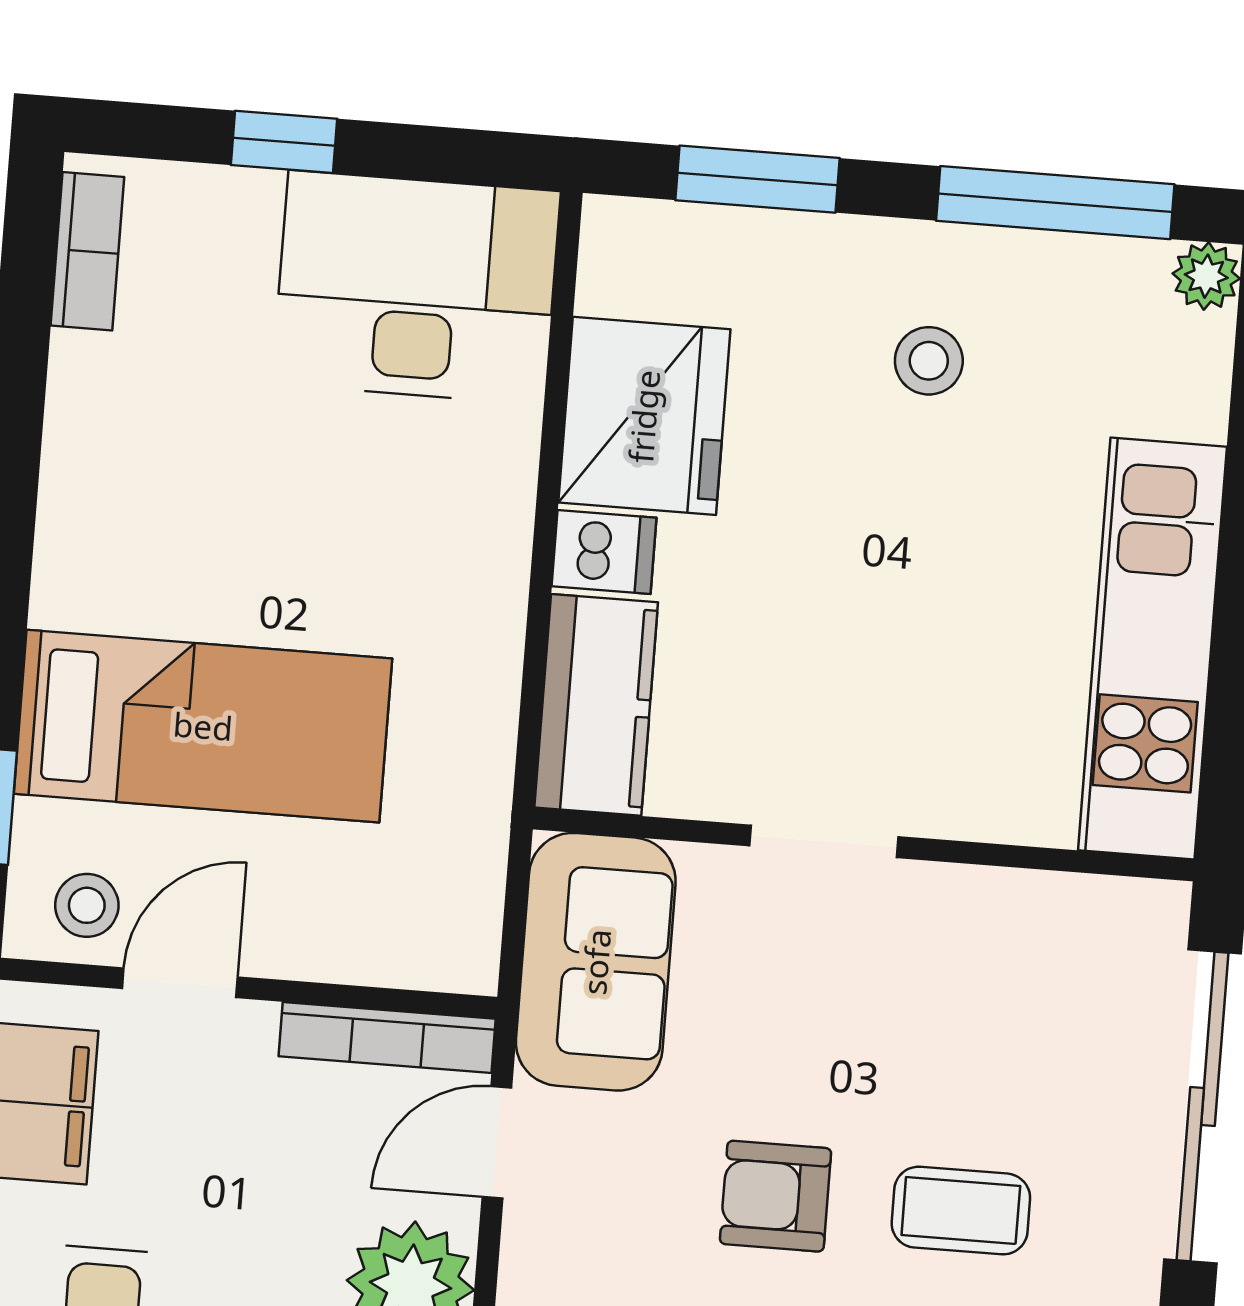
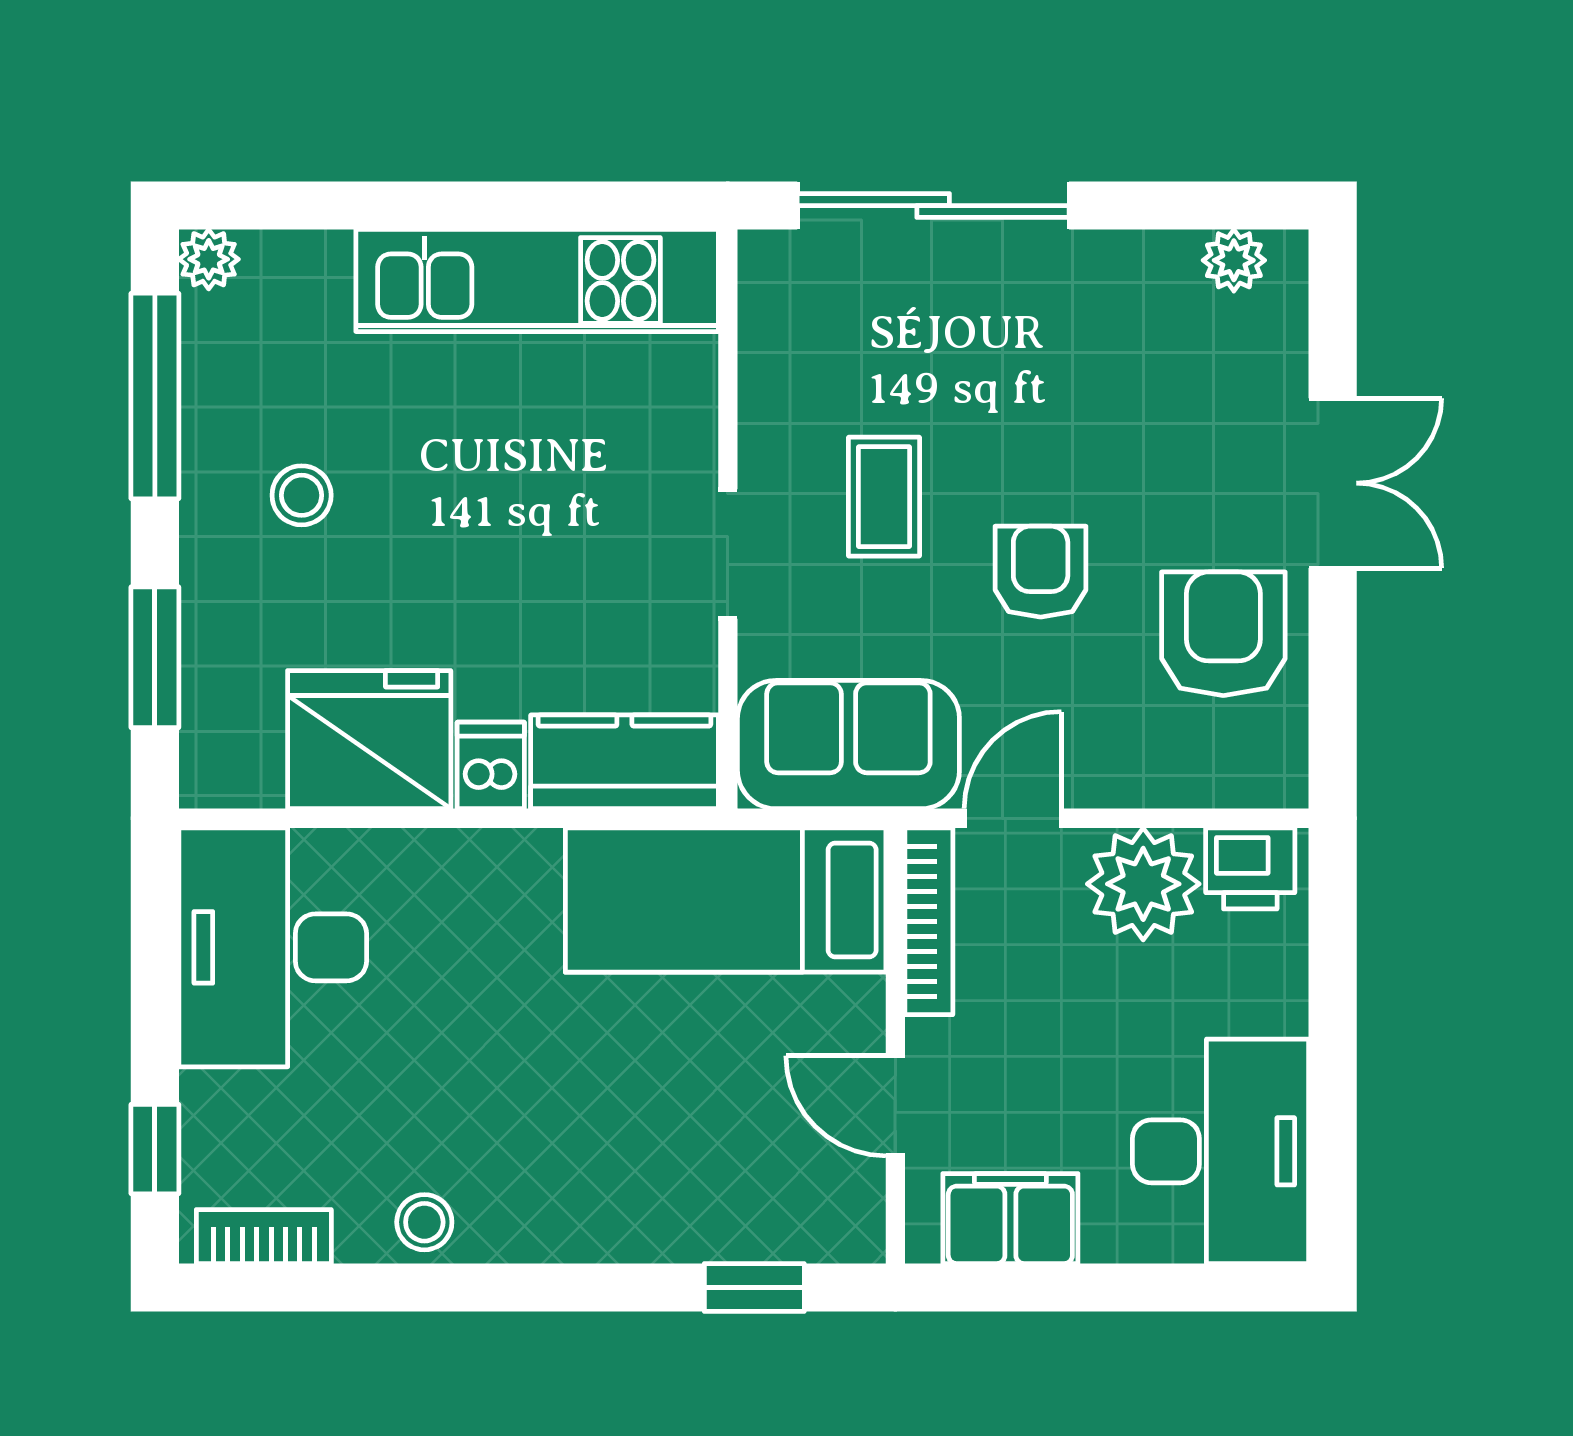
window: (284, 142) -> (155, 1149), moved
bed: (203, 726) -> (726, 900), moved, turned -90
stool: (87, 905) -> (424, 1222), moved
door: (497, 1142) -> (1013, 818), swing flipped
armchair: (776, 1196) -> (1041, 572), turned 180
coffee table: (961, 1211) -> (884, 497), moved

